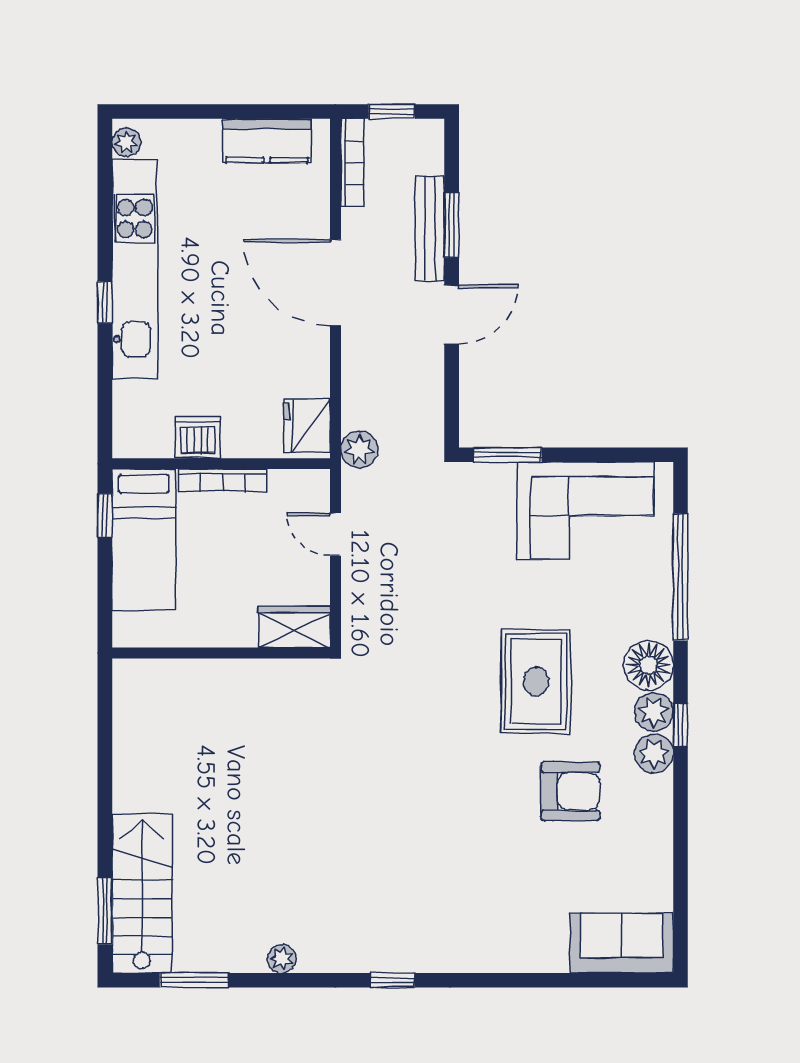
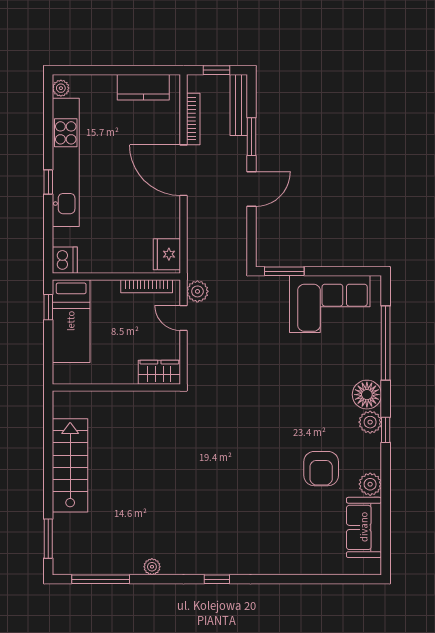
bookcase: (352, 163) -> (193, 119), moved
bench: (430, 229) -> (239, 105), moved
dishwasher: (198, 437) -> (65, 260), moved, turned 90
plant: (359, 450) -> (197, 291), moved
bookcase: (222, 480) -> (147, 286), moved
rug: (536, 681) -> (301, 404), removed
plant: (654, 754) -> (370, 484), moved
armchair: (570, 791) -> (321, 469), turned 90
stairs: (142, 893) -> (70, 465), moved
sofa: (622, 943) -> (364, 527), moved, turned -90
window: (194, 980) -> (101, 579), width x1.44

